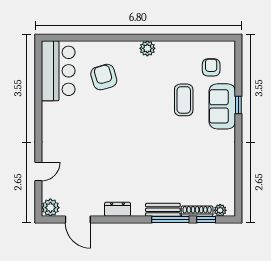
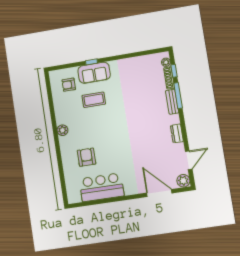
bar counter: (58, 71) -> (102, 187), moved
armchair: (104, 77) -> (87, 157), turned 106
door: (38, 171) -> (159, 193), width x1.88

